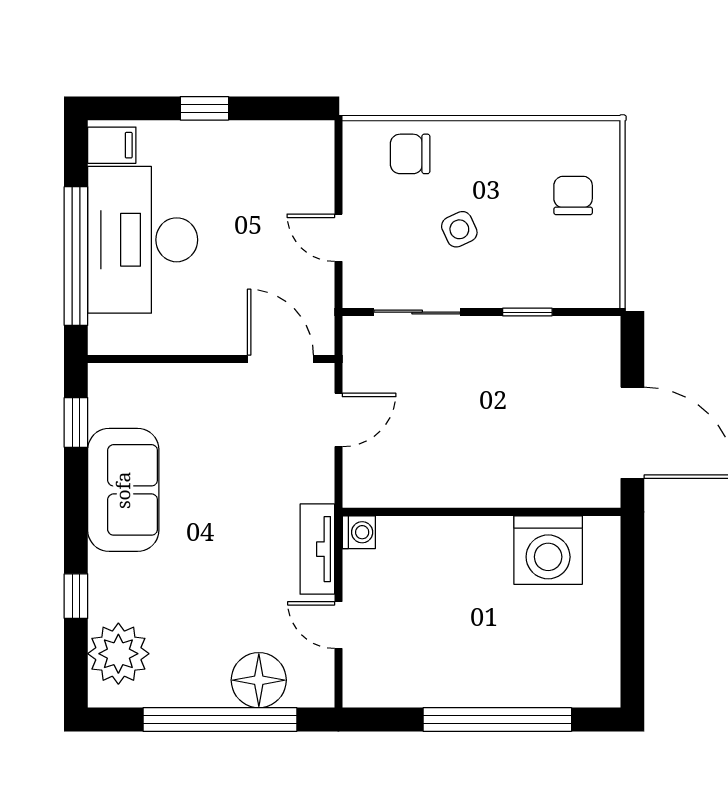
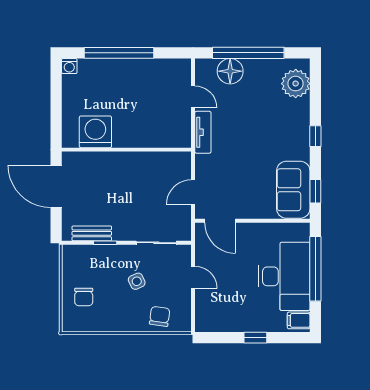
chair: (410, 154) -> (160, 316), turned -82
bench: (556, 332) -> (92, 233), added
sofa: (123, 490) -> (293, 190), moved
washing machine: (359, 532) -> (69, 66), moved, turned -90
window: (76, 596) -> (315, 136), moved

